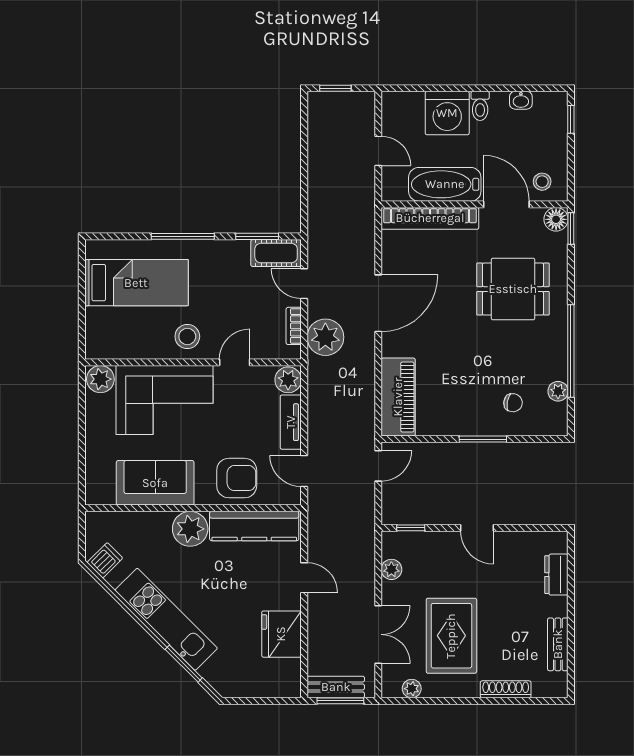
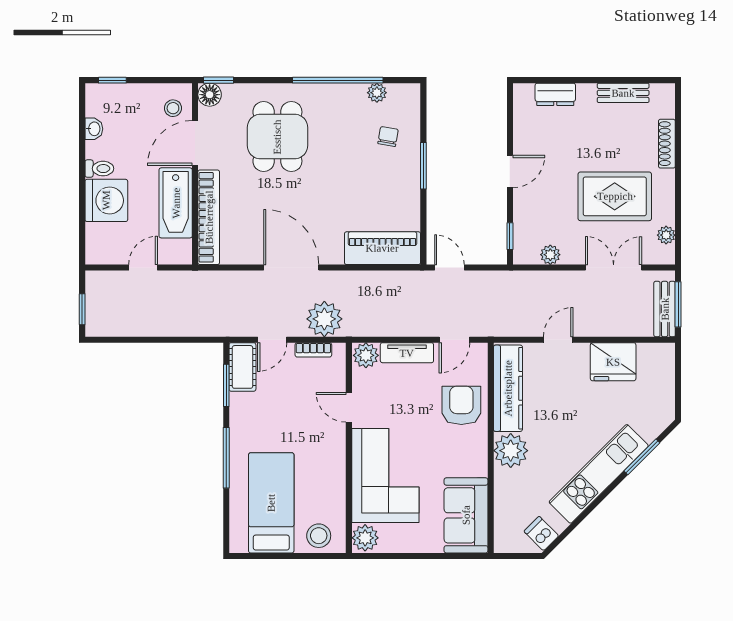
stool: (187, 336) -> (319, 536), moved
sofa: (155, 483) -> (466, 515), moved

